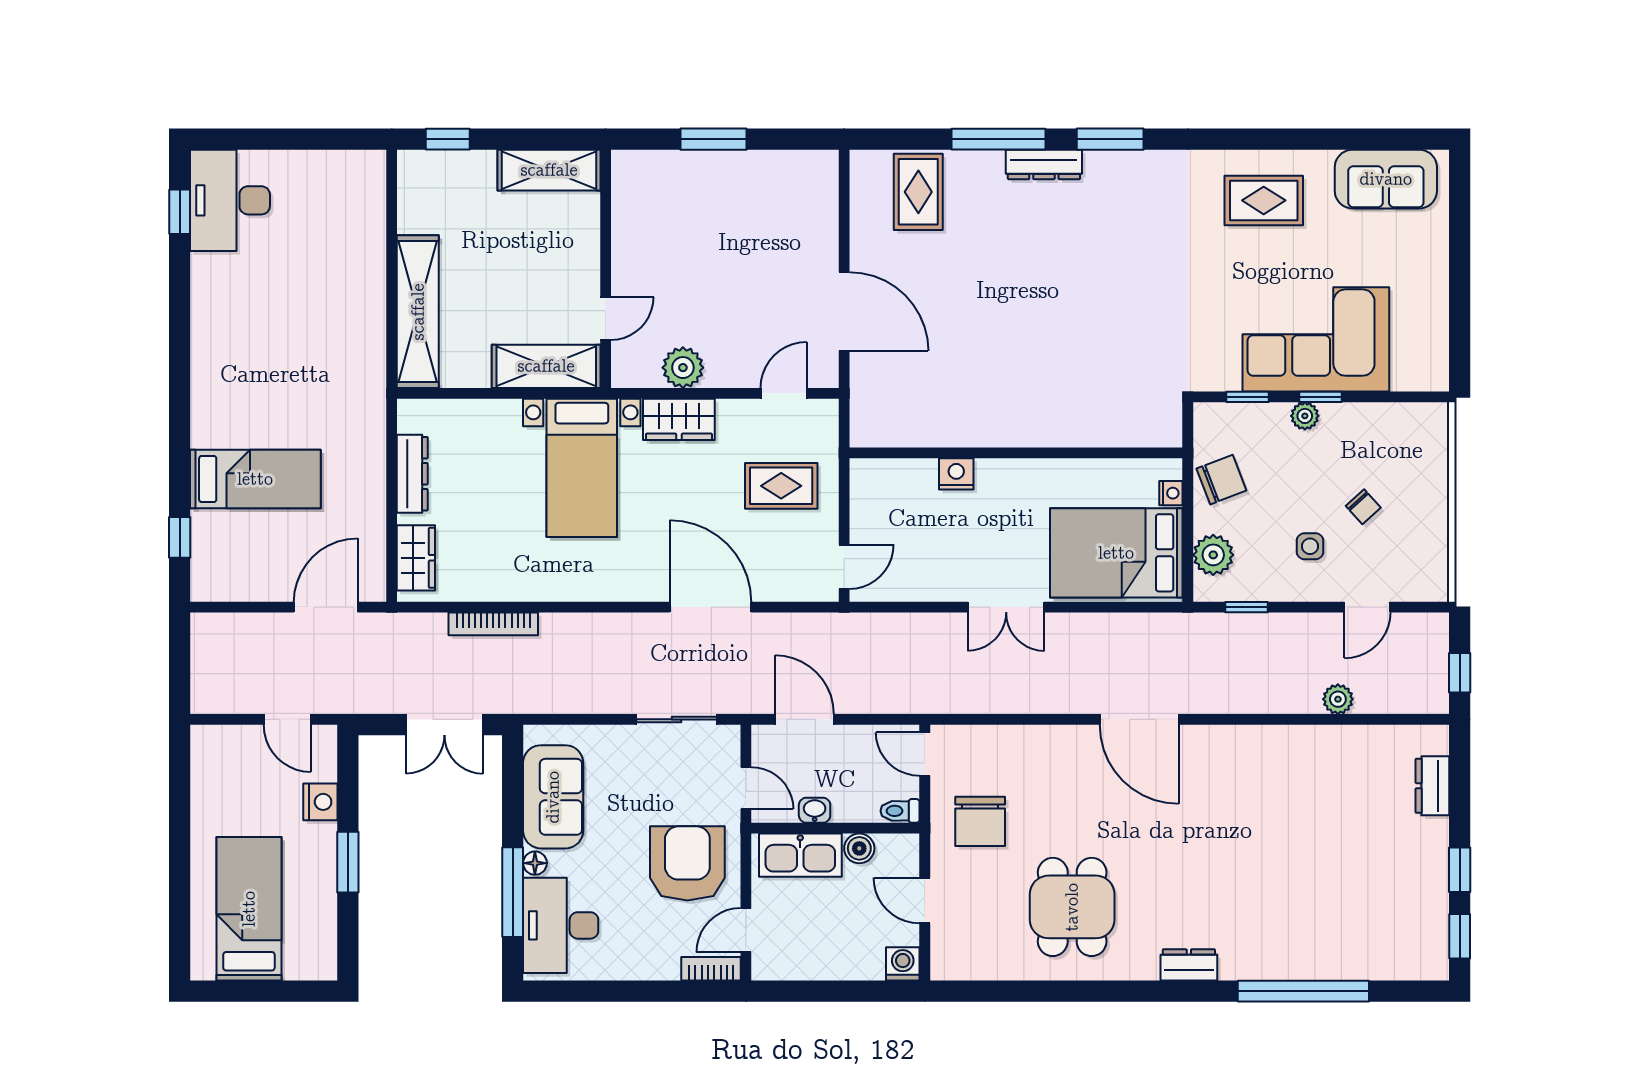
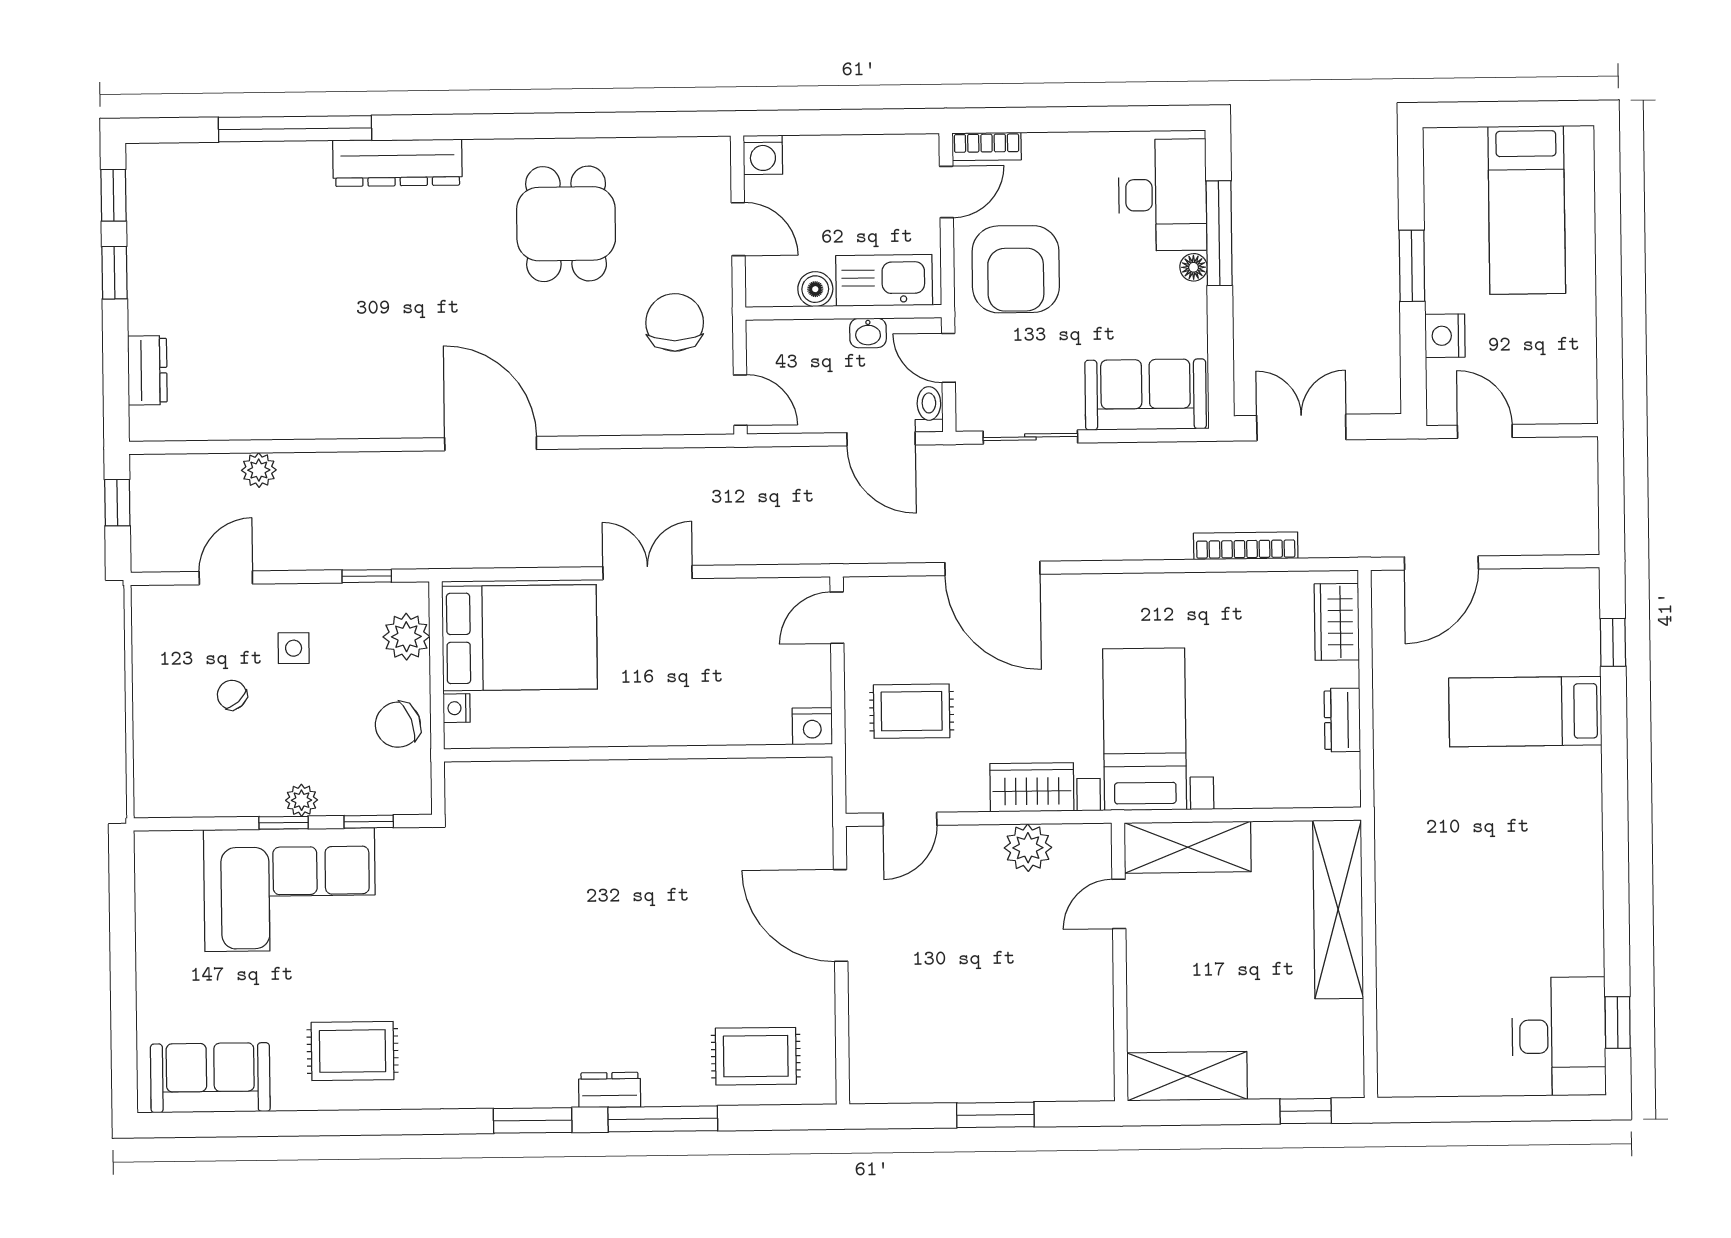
dresser: (1044, 164) -> (610, 1090), width x0.70
rug: (918, 192) -> (756, 1056), turned 90
dresser: (412, 474) -> (1342, 720), width x0.70
nightstand: (956, 474) -> (812, 726), moved
sofa: (553, 797) -> (1146, 395), moved, turned 90
toilet: (900, 811) -> (929, 409), moved, turned -90
dresser: (1189, 965) -> (397, 163), width x1.96, depth x1.24

